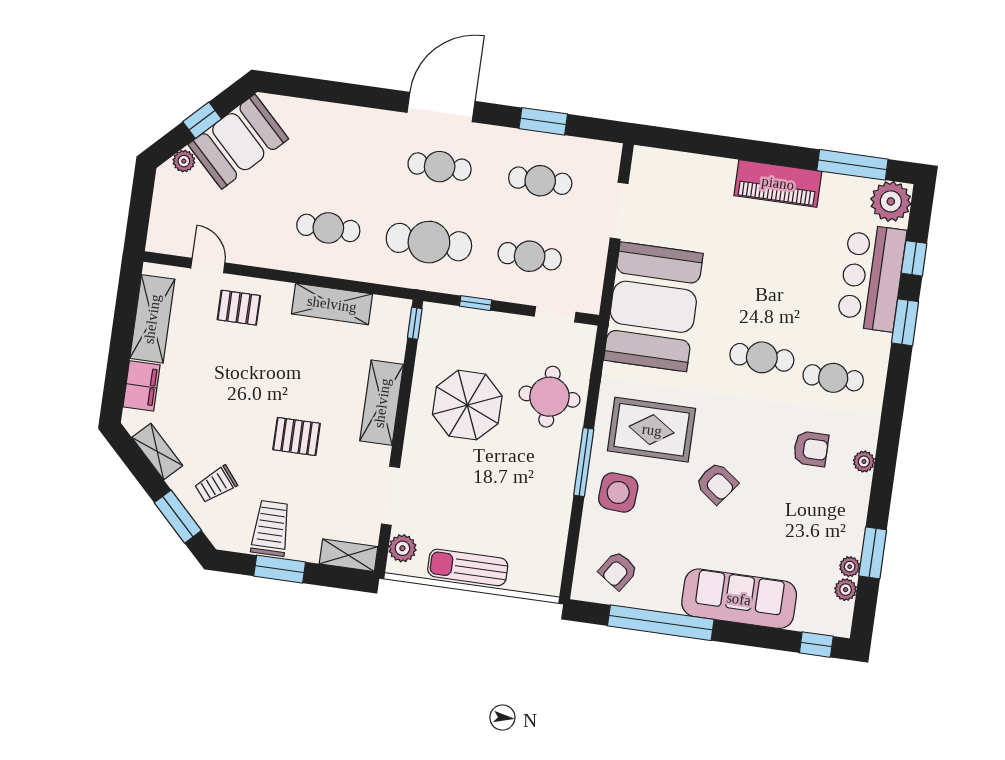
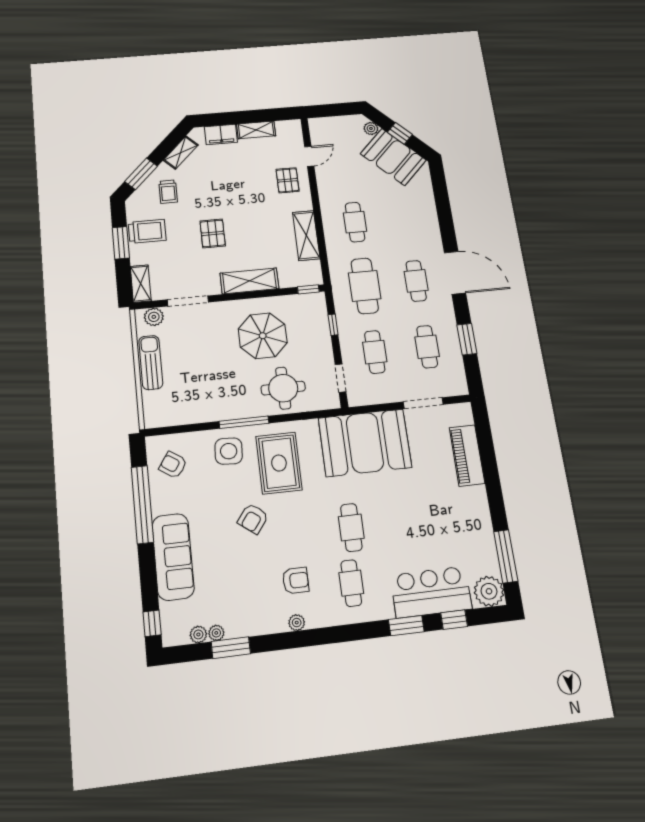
piano: (778, 183) -> (467, 455), moved
shelving: (152, 319) -> (256, 130), width x0.67, depth x0.75
armchair: (811, 449) -> (296, 581), turned -90
trolley: (216, 484) -> (168, 192), turned -141

